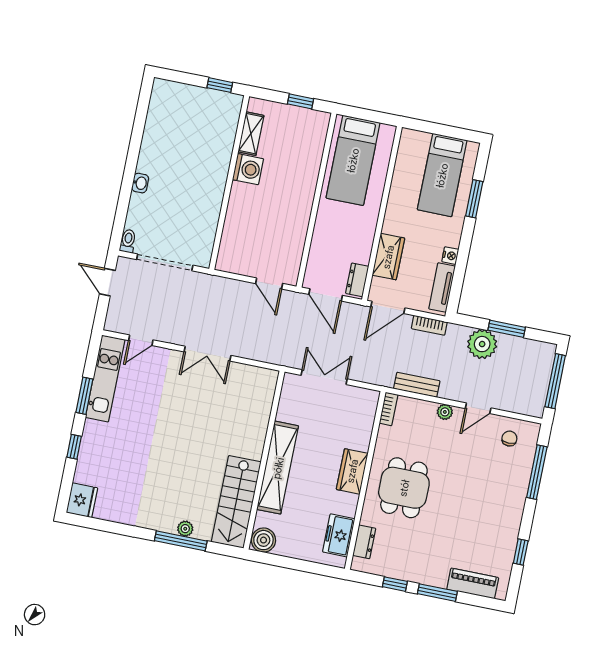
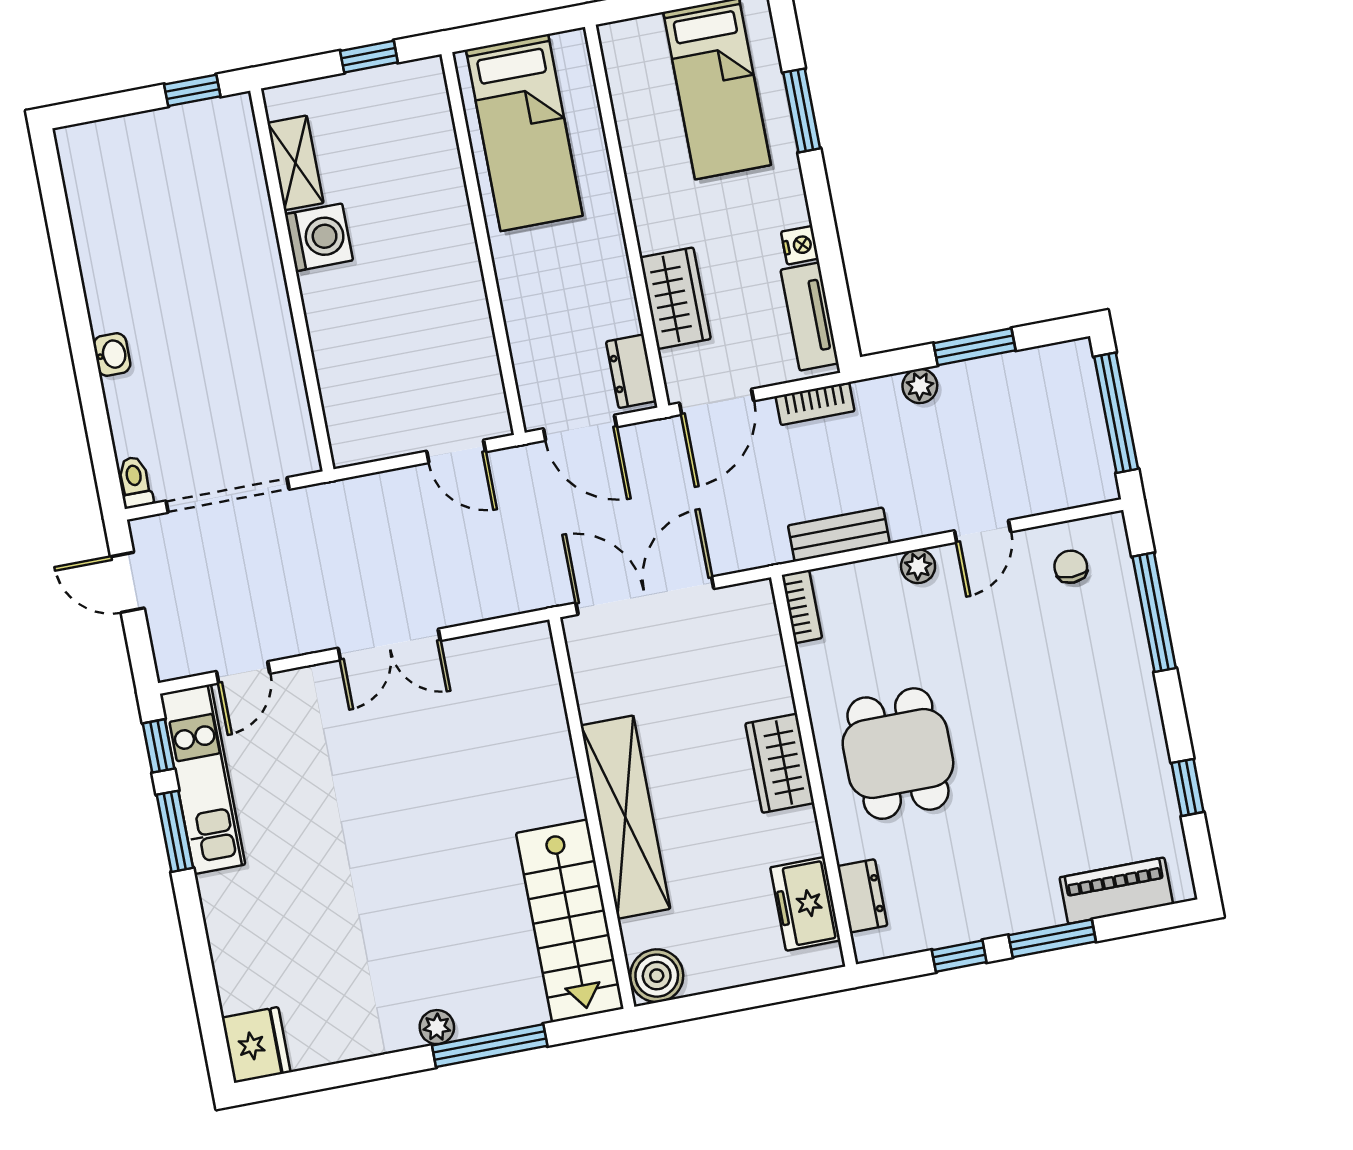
plant: (482, 344) -> (920, 386), width x0.53, depth x0.53
double door: (324, 377) -> (645, 596), width x1.37
window: (74, 447) -> (159, 746), moved
plant: (185, 529) -> (437, 1027), moved

